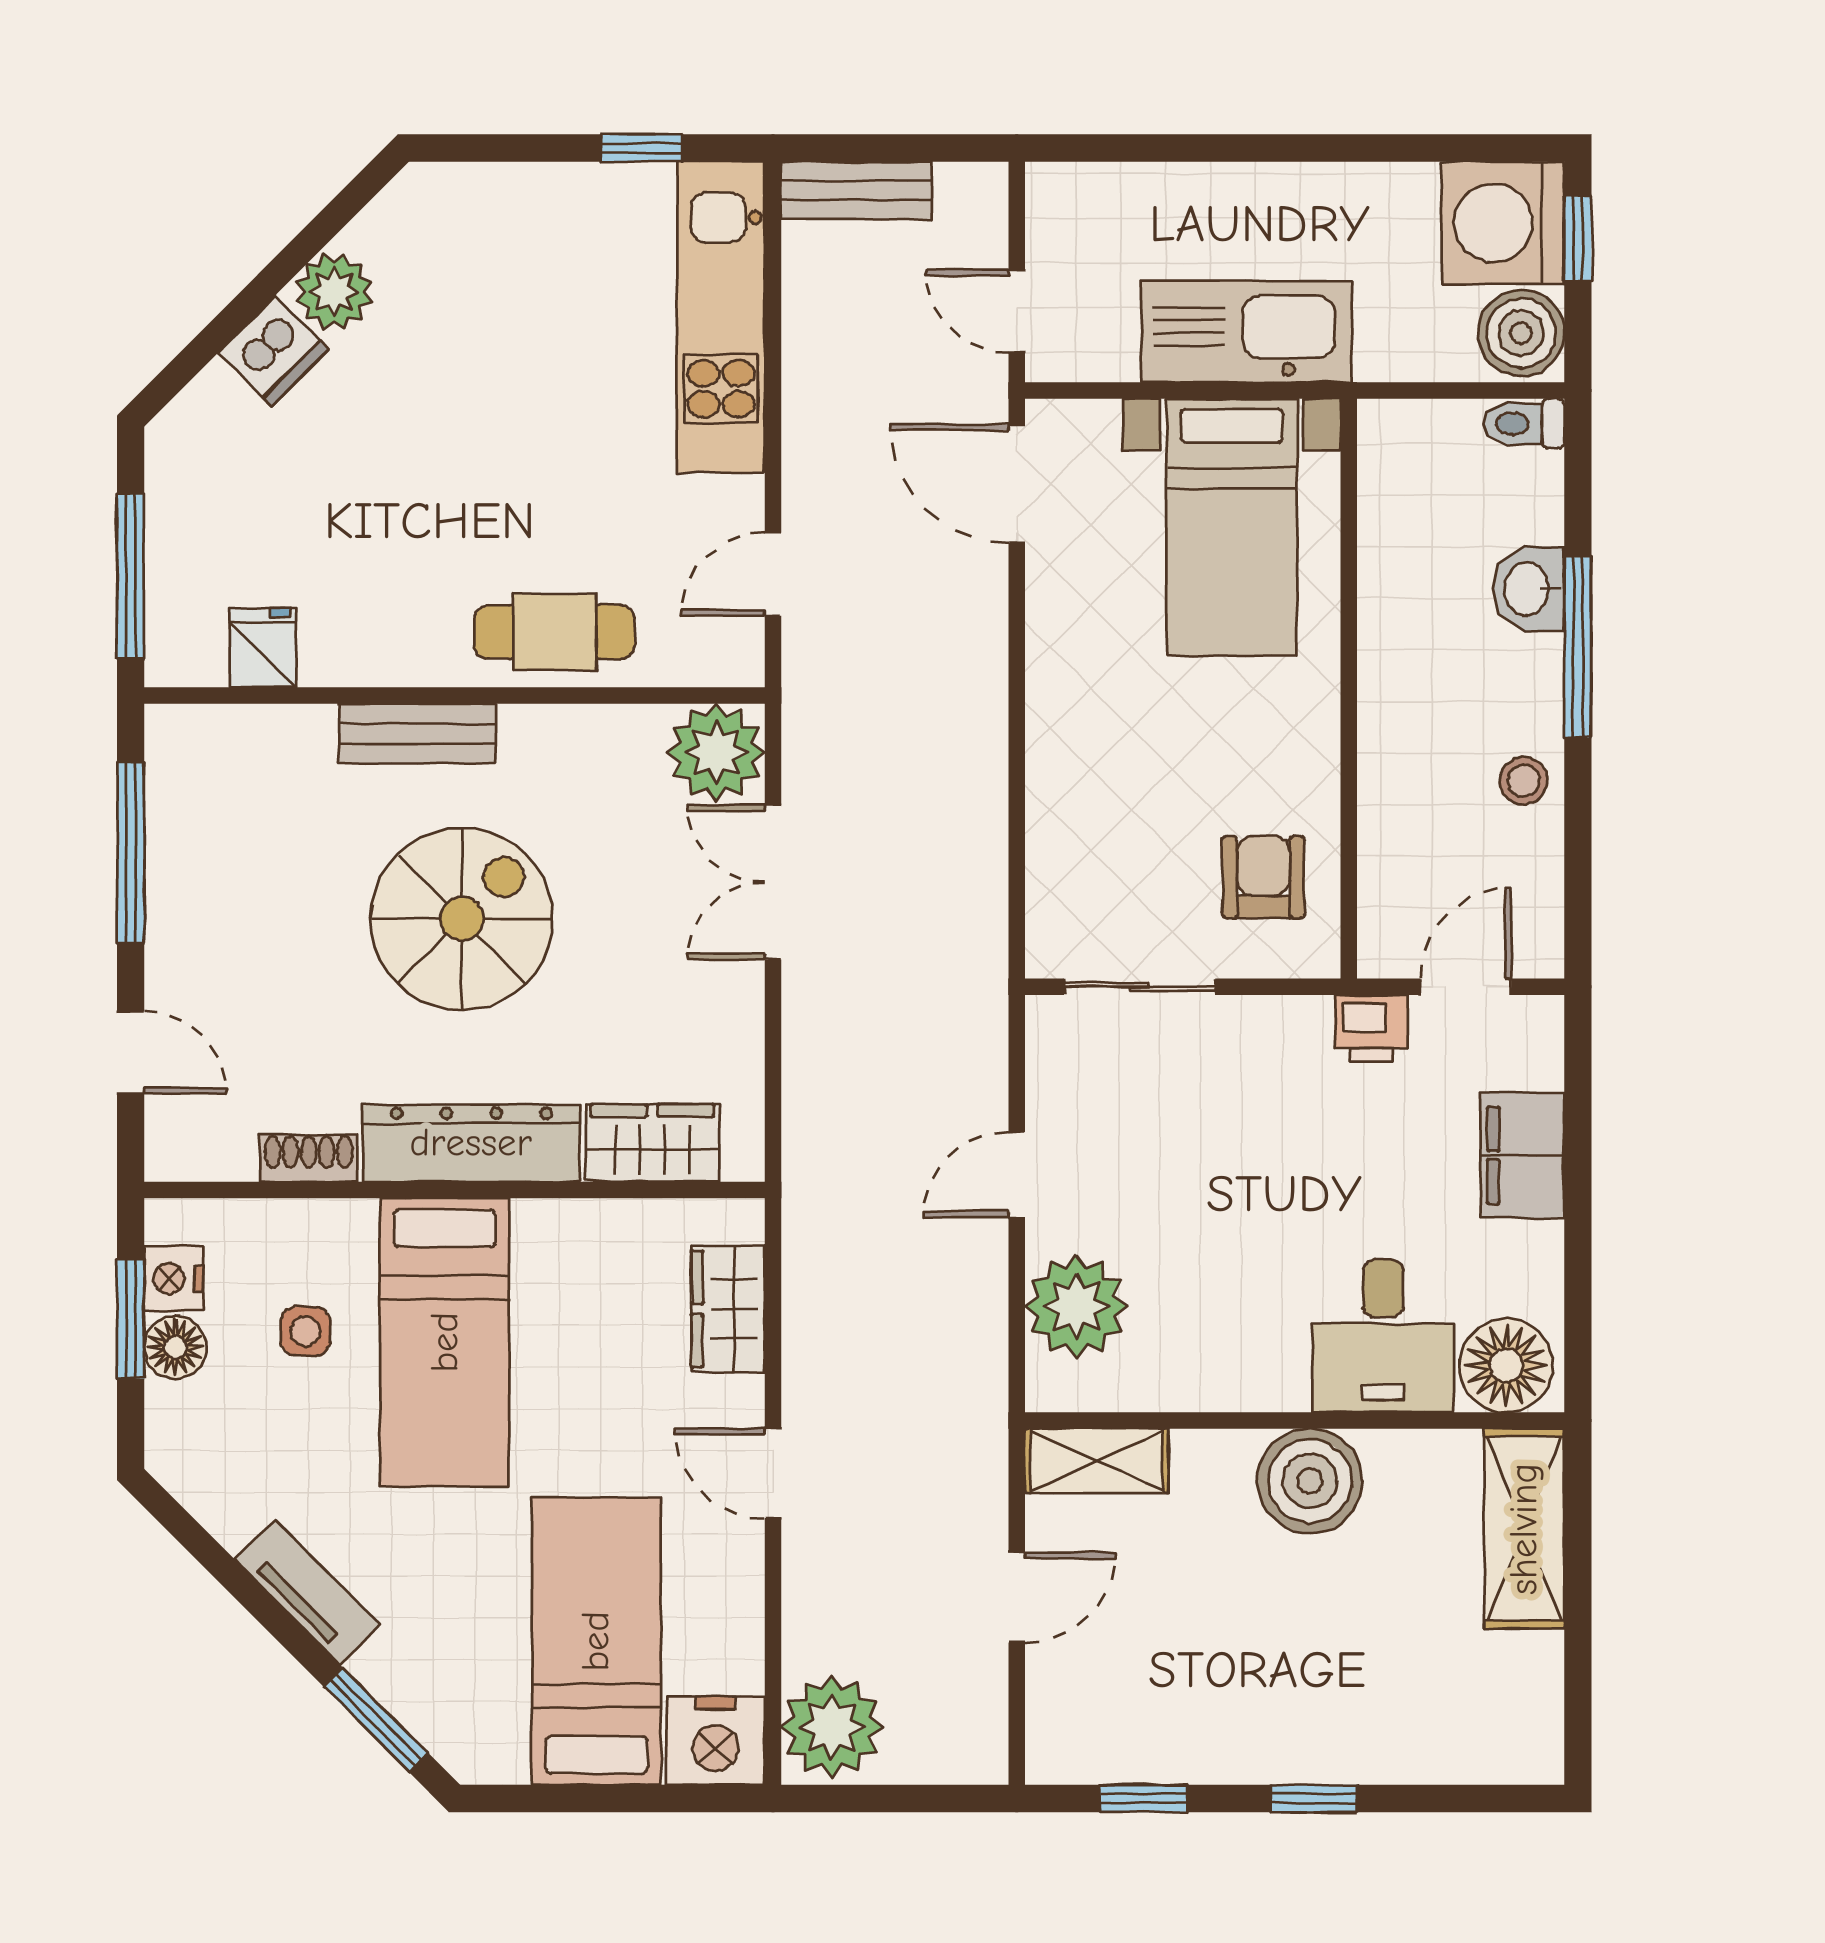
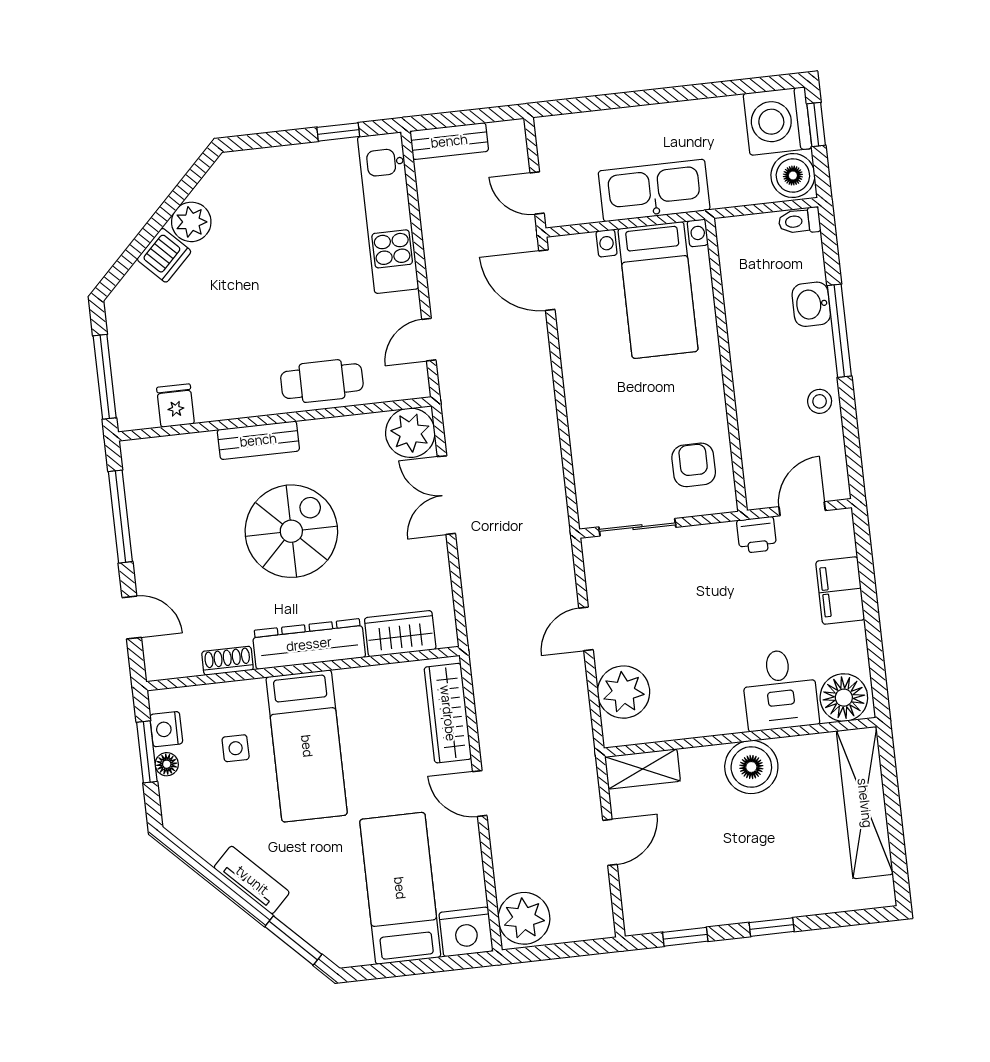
wardrobe: (728, 1309) -> (448, 713), width x1.50
floor lamp: (175, 1347) -> (167, 764), width x0.73, depth x0.73
shelving: (1524, 1529) -> (865, 803), width x1.47

